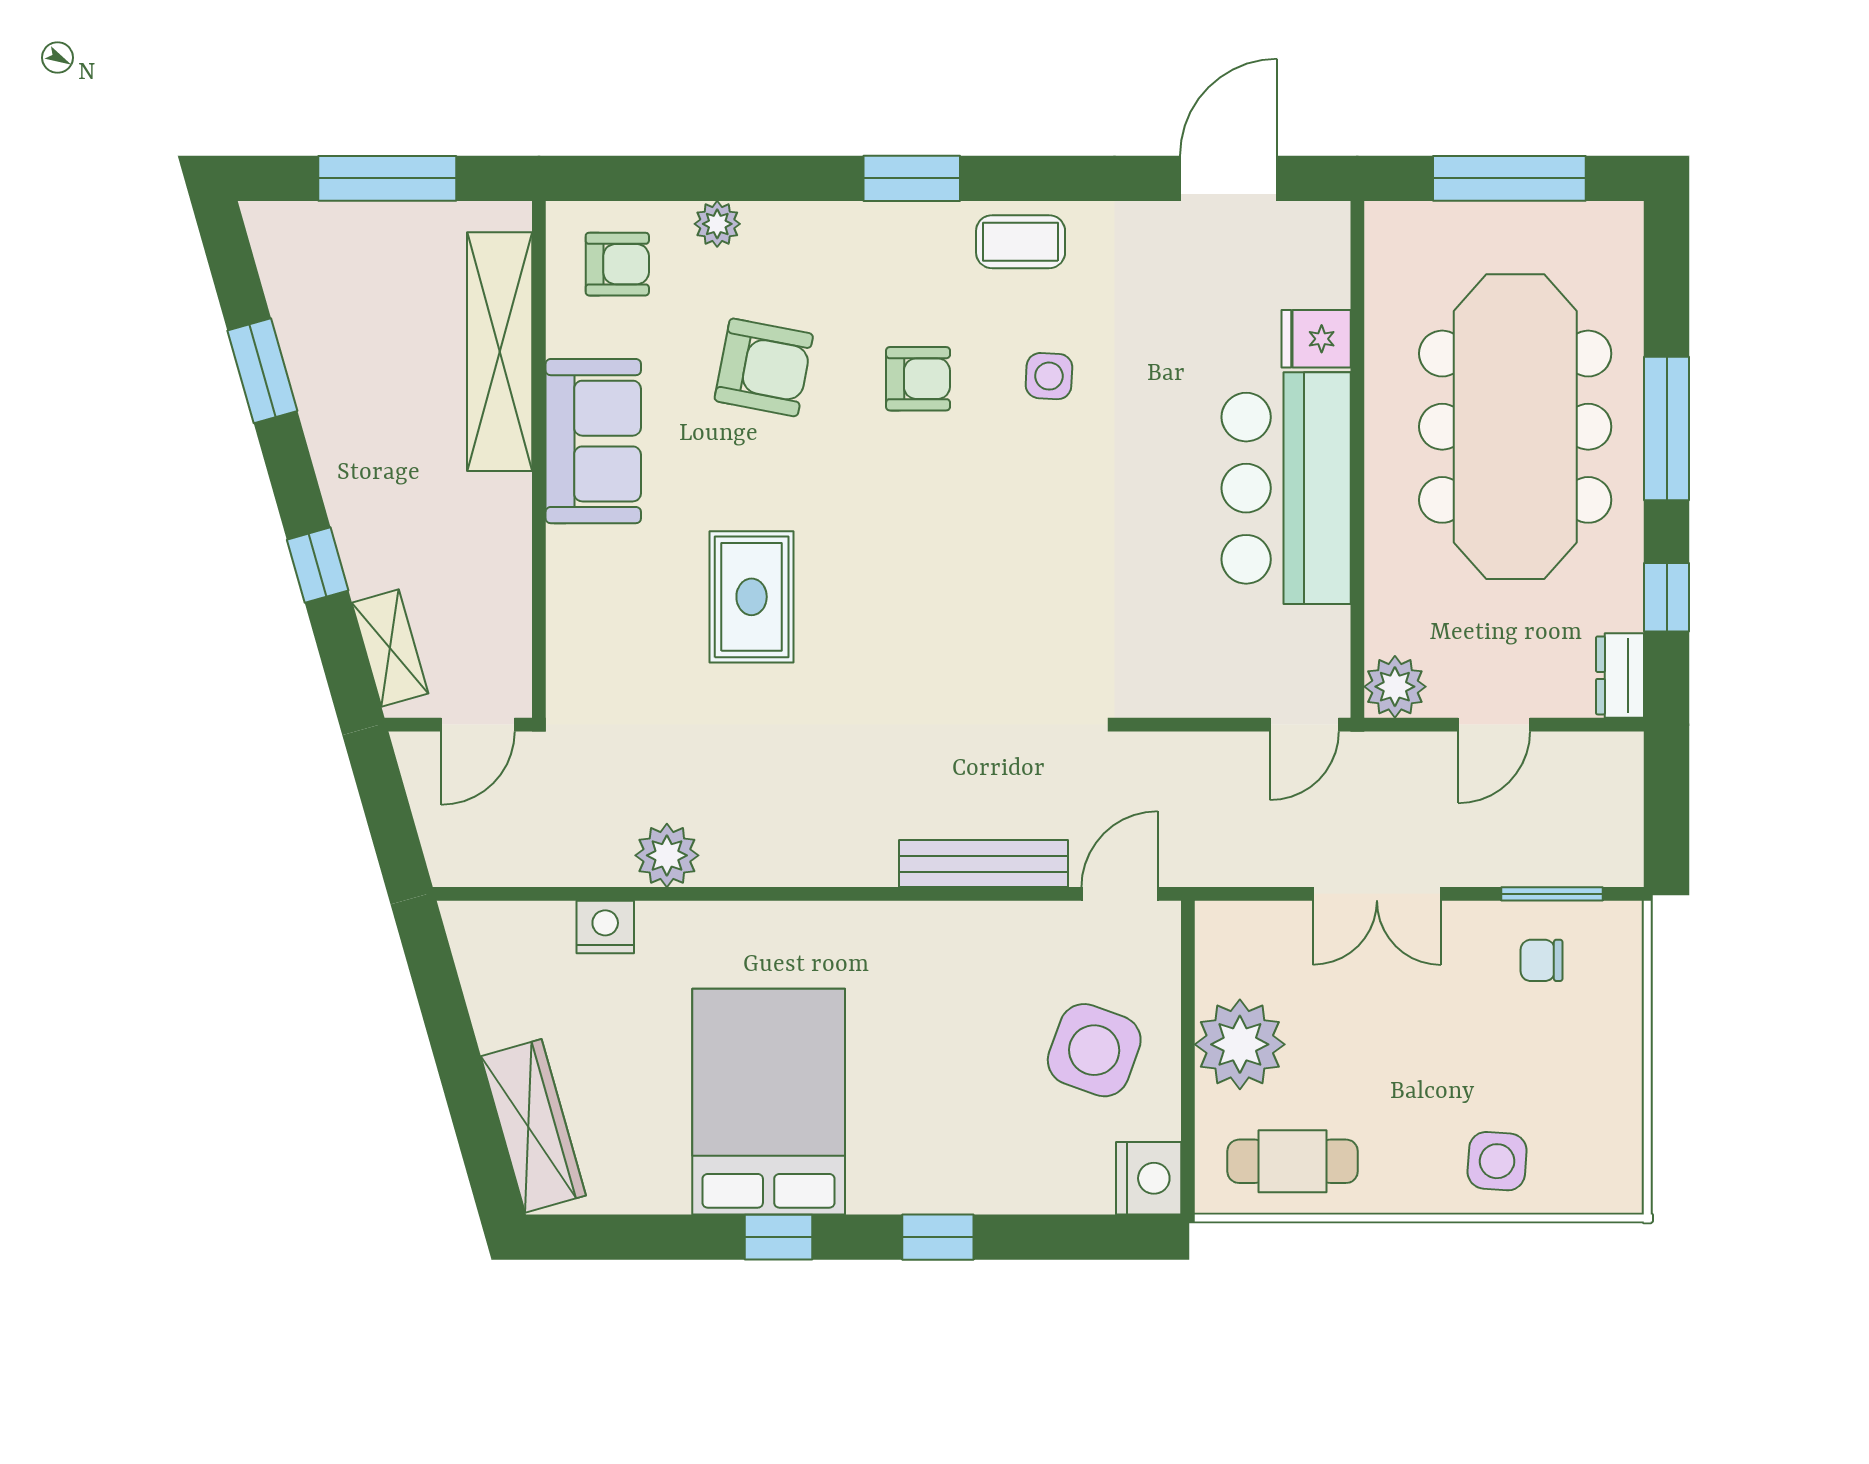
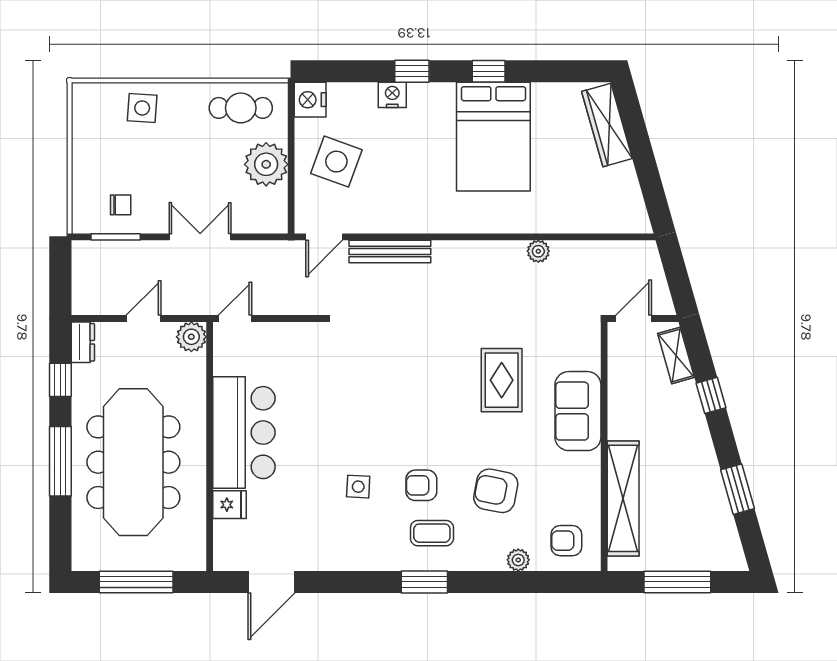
coffee table: (1021, 242) -> (432, 533), moved
sofa: (593, 441) -> (578, 411), moved
plant: (667, 855) -> (538, 251), width x0.73, depth x0.73
nightstand: (605, 927) -> (392, 95), moved, turned 180

